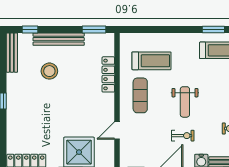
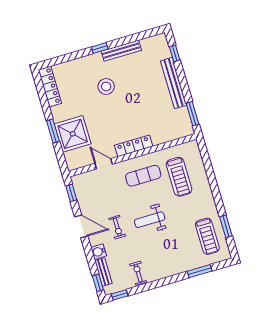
bench: (12, 53) -> (121, 51), moved
stool: (49, 71) -> (106, 87), moved
locker: (108, 74) -> (134, 146), moved

